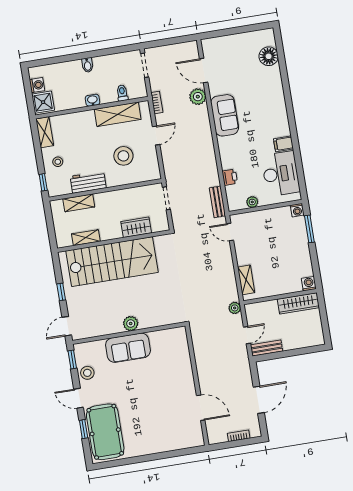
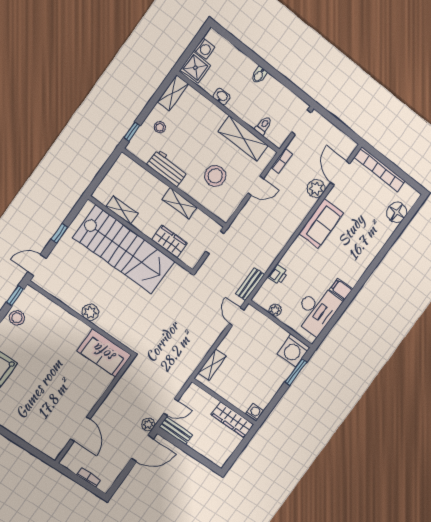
bookcase: (228, 41) -> (380, 169), added
washbasin: (92, 100) -> (222, 97), moved
shelving: (79, 203) -> (180, 204), moved
washing machine: (297, 210) -> (293, 351), width x1.89, depth x1.89
plant: (235, 308) -> (148, 425), moved
sofa: (128, 348) -> (104, 353), moved
door: (259, 400) -> (142, 449), moved

